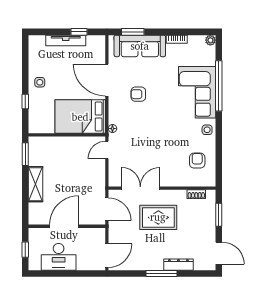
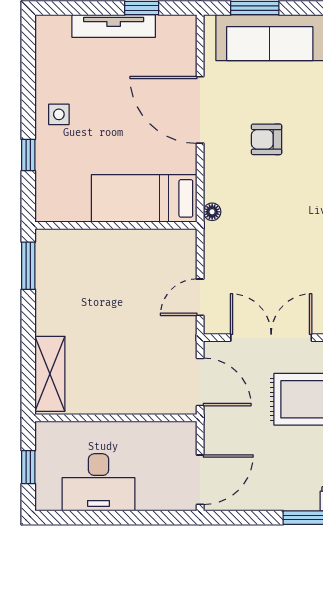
bed: (80, 117) -> (144, 198), width x0.67
door: (107, 150) -> (200, 297), moved
shelving: (36, 184) -> (50, 374), moved
door: (64, 226) -> (110, 418), removed

